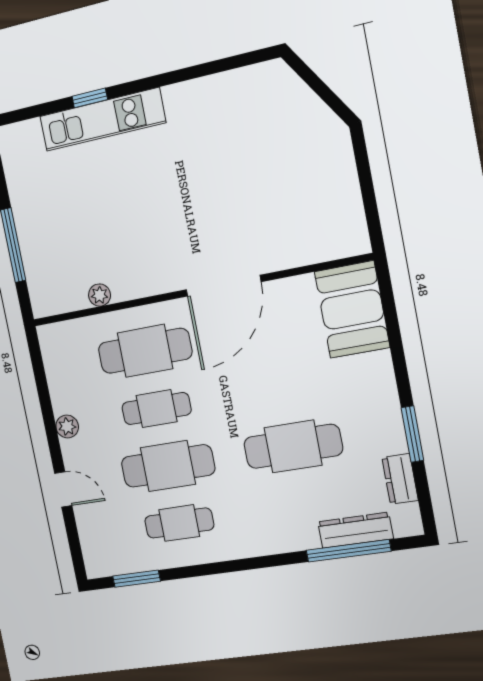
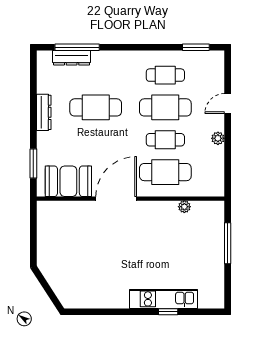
booth: (352, 310) -> (68, 181), moved, turned 90
window: (412, 434) -> (33, 164), moved
dresser: (400, 479) -> (44, 112), moved, width x1.44
door: (63, 489) -> (228, 104), hinge flipped

